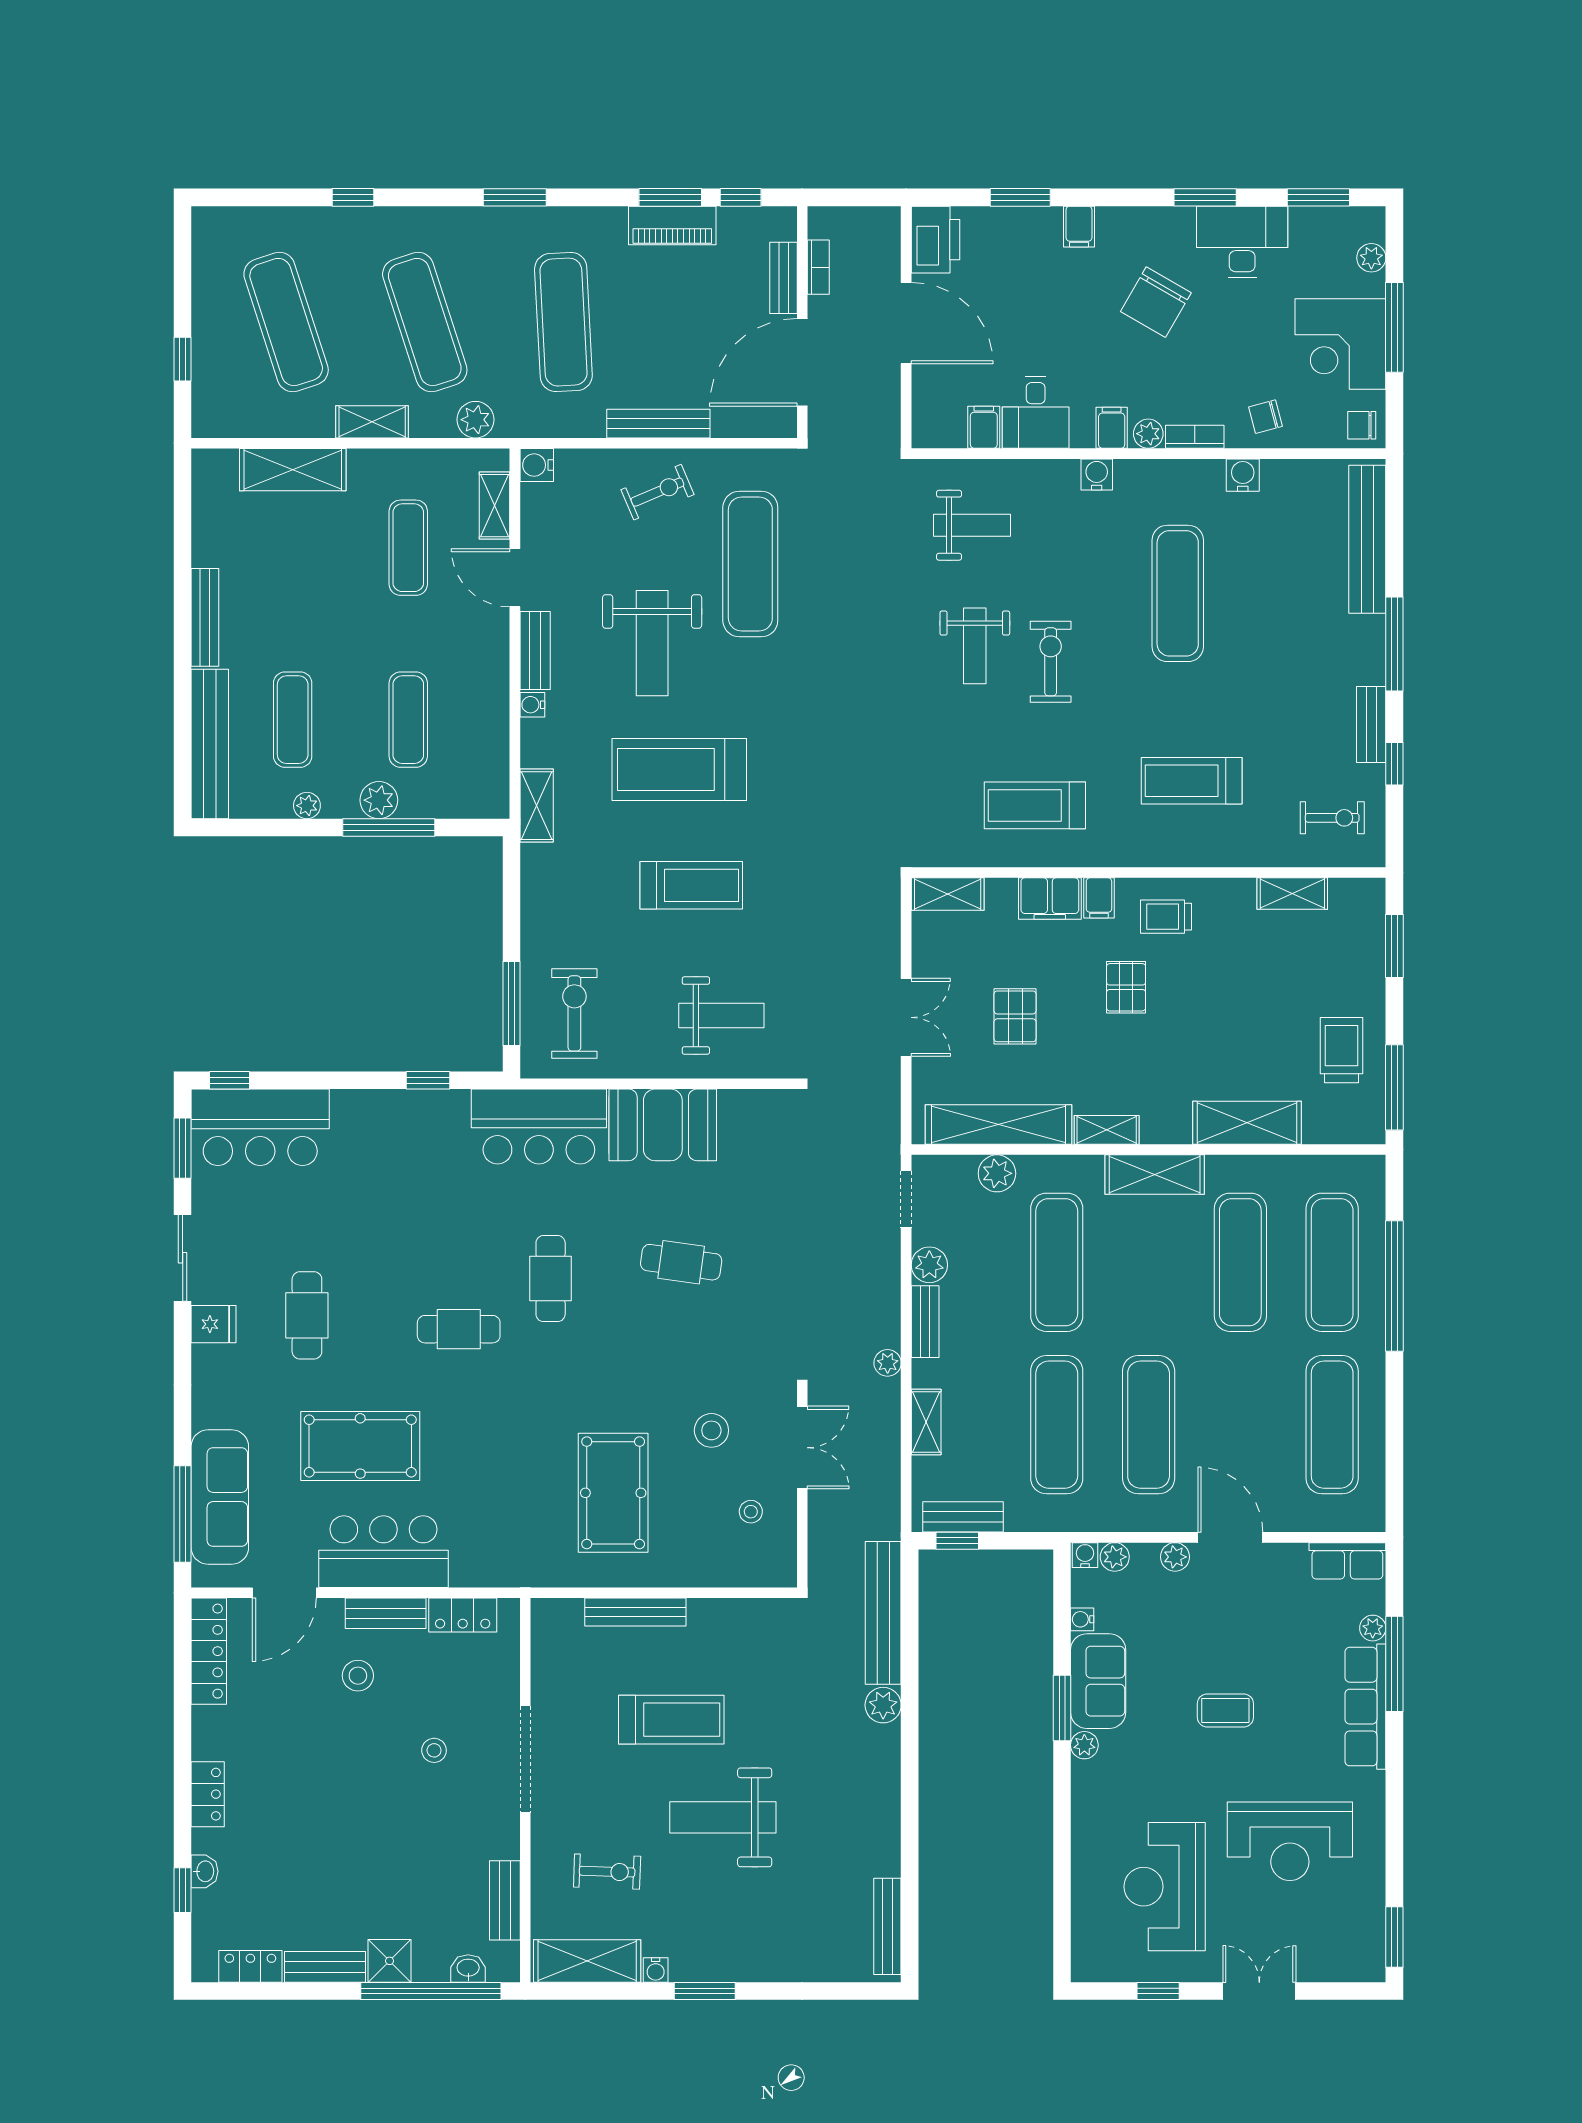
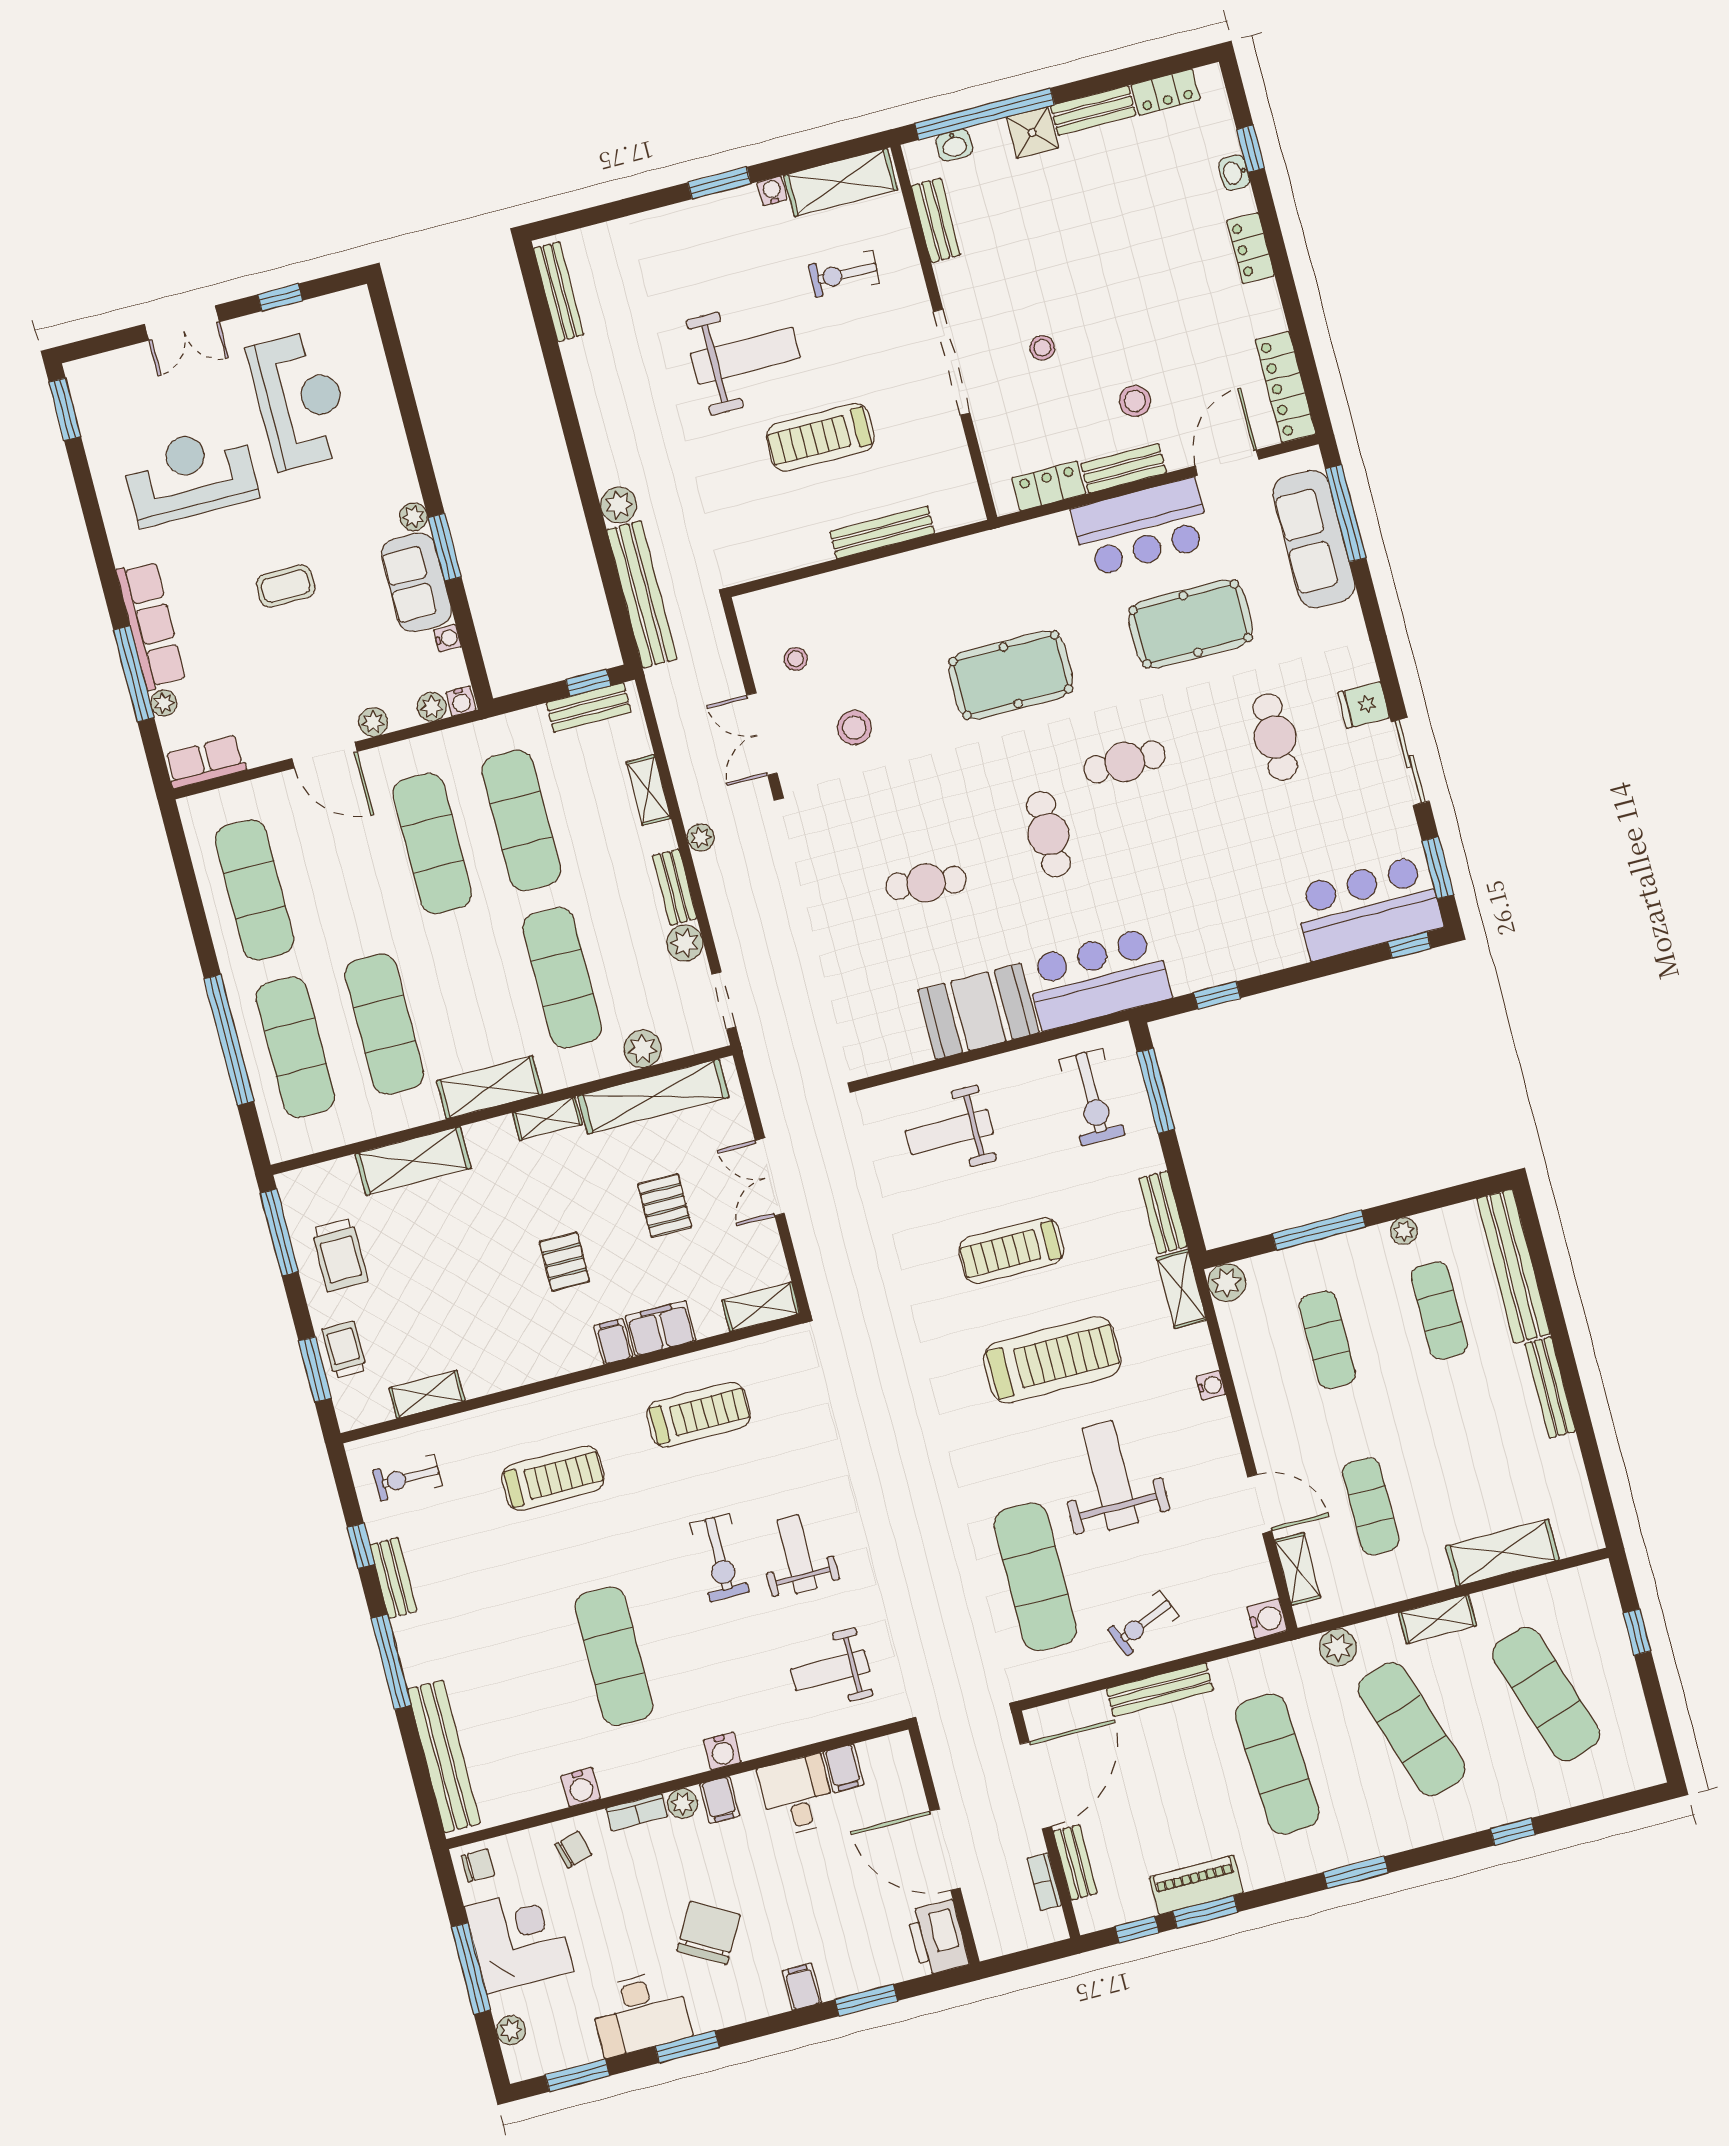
bench: (535, 650) -> (1163, 1212), moved
plant: (379, 800) -> (1227, 1283), moved
trolley: (1166, 917) -> (344, 1350), moved, turned -90
pool table: (613, 1493) -> (1011, 675), moved, turned 90

